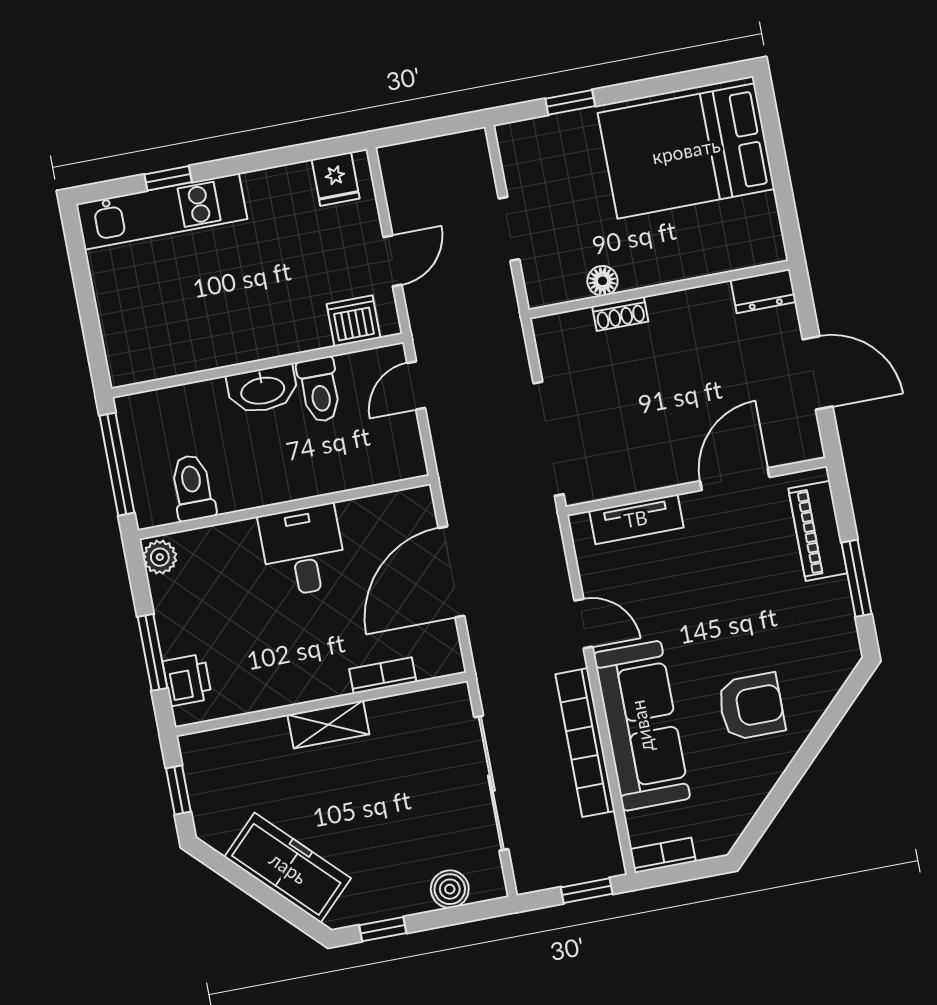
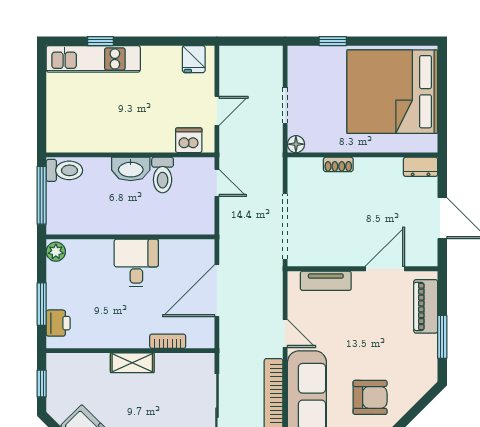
bed: (686, 151) -> (392, 92), width x1.36
floor lamp: (602, 281) -> (296, 144), moved
door: (416, 385) -> (217, 183), swing flipped
toilet: (193, 488) -> (64, 170), moved, turned 90

